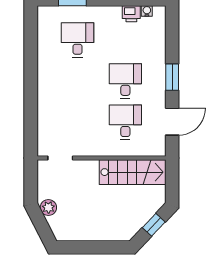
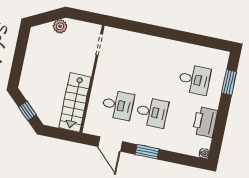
water cooler: (147, 11) -> (204, 154), moved
printer: (131, 14) -> (205, 122), width x1.87, depth x1.48

